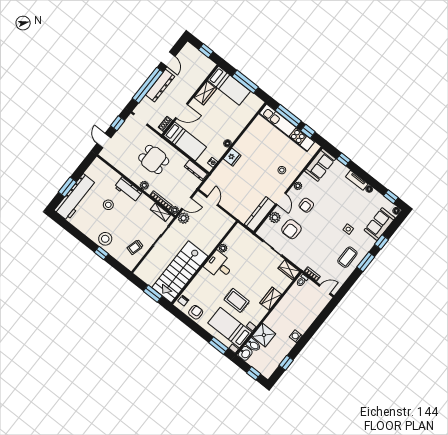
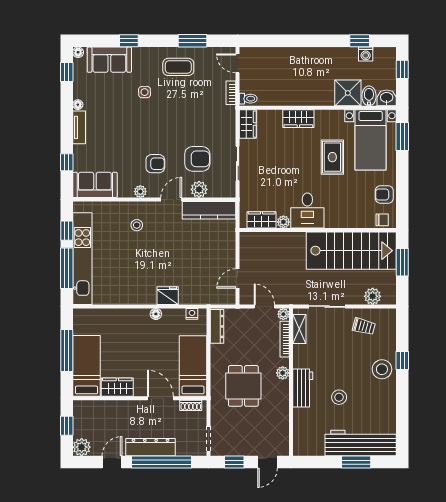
plant: (189, 50) -> (82, 447), added
plant: (184, 218) -> (373, 296), moved
wardrobe: (233, 238) -> (262, 220), added
window: (366, 262) -> (192, 41), moved
washing machine: (296, 336) -> (366, 54), moved

